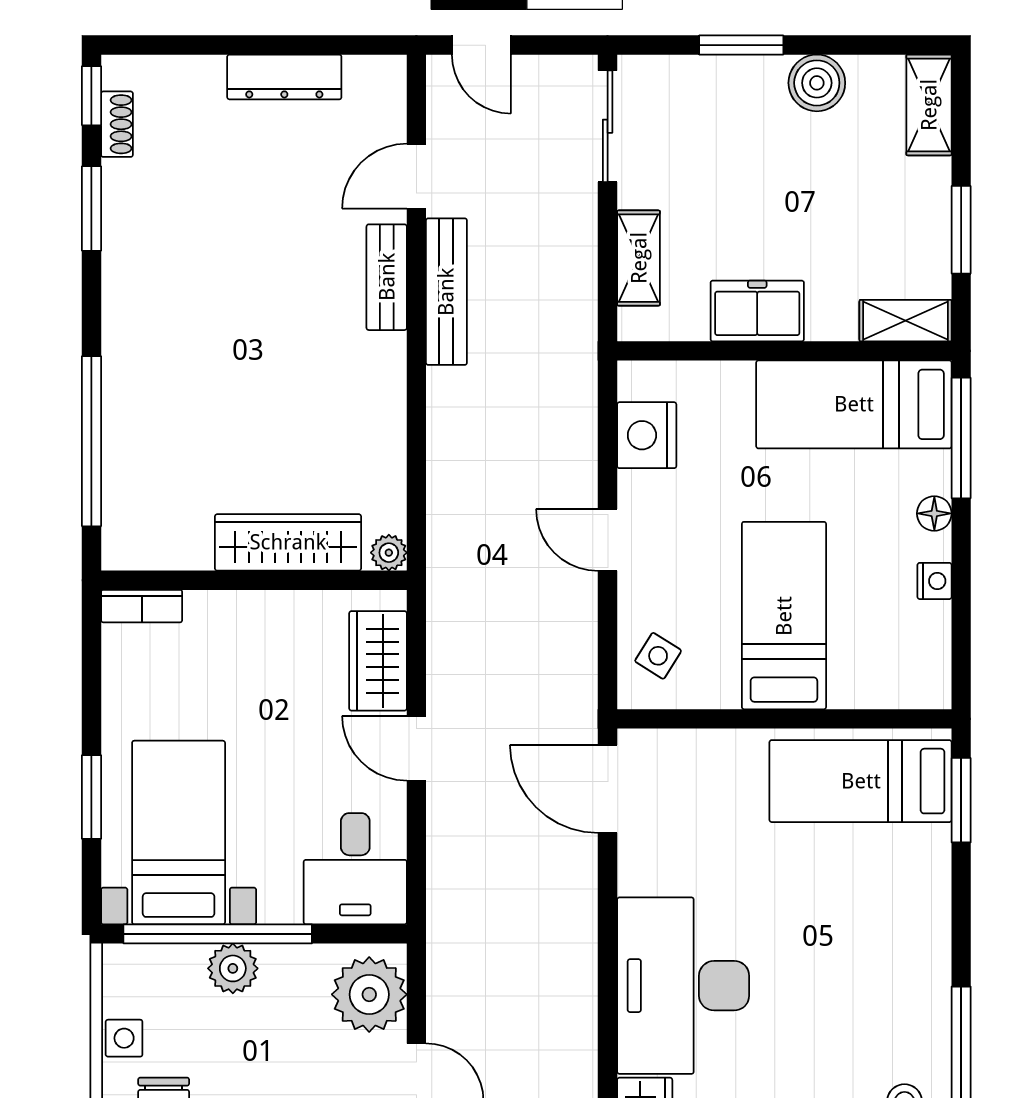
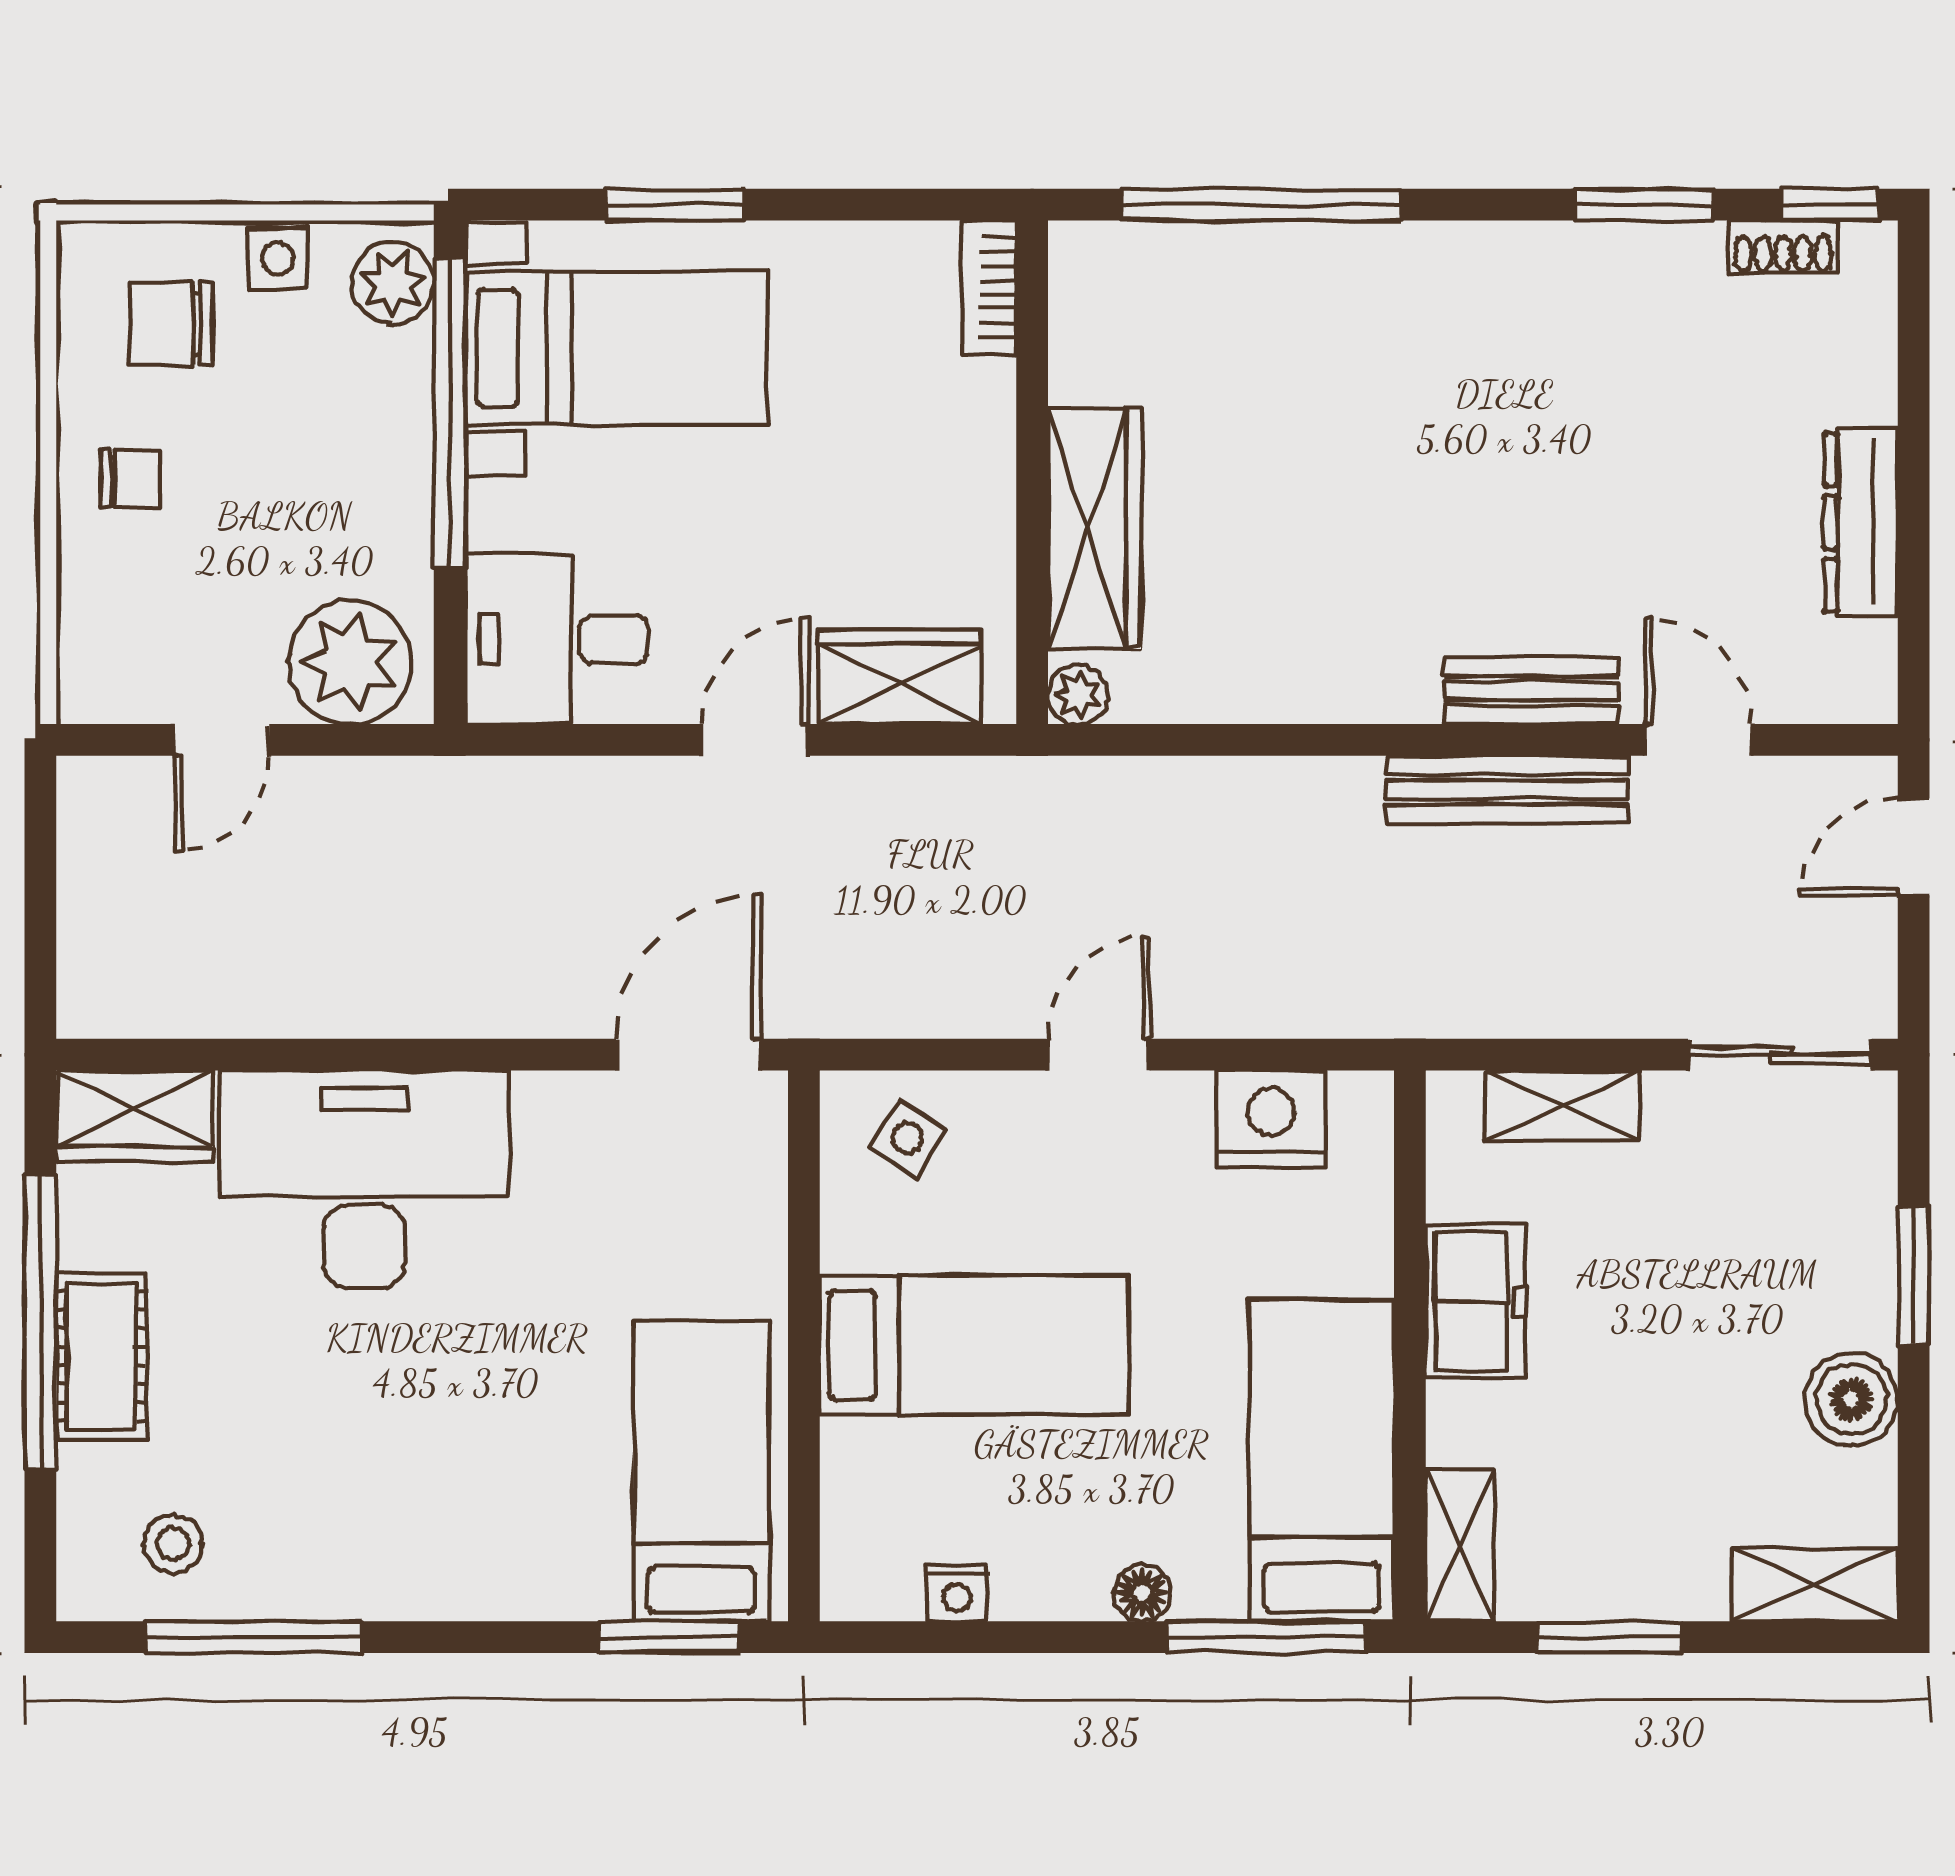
nightstand: (935, 581) -> (957, 1593), moved
plant: (233, 968) -> (393, 283), moved

